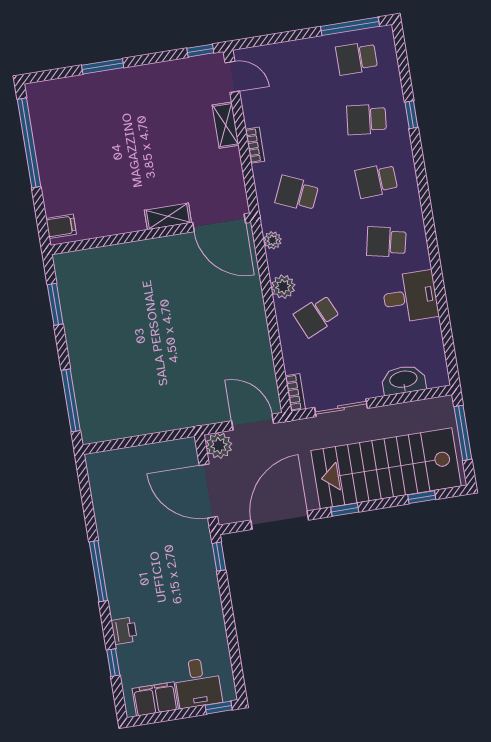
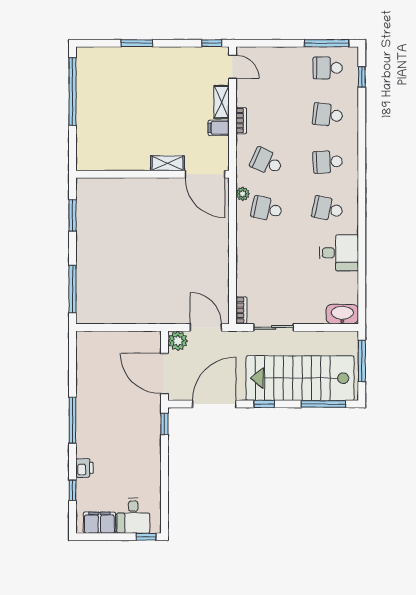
window: (411, 115) -> (362, 77), moved
filing cabinet: (61, 226) -> (219, 128), moved, turned 180
plant: (283, 287) -> (245, 230), removed
school desk: (317, 316) -> (267, 209), moved, turned 36
washbasin: (404, 380) -> (342, 314), moved
window: (422, 497) -> (323, 404), width x2.17

